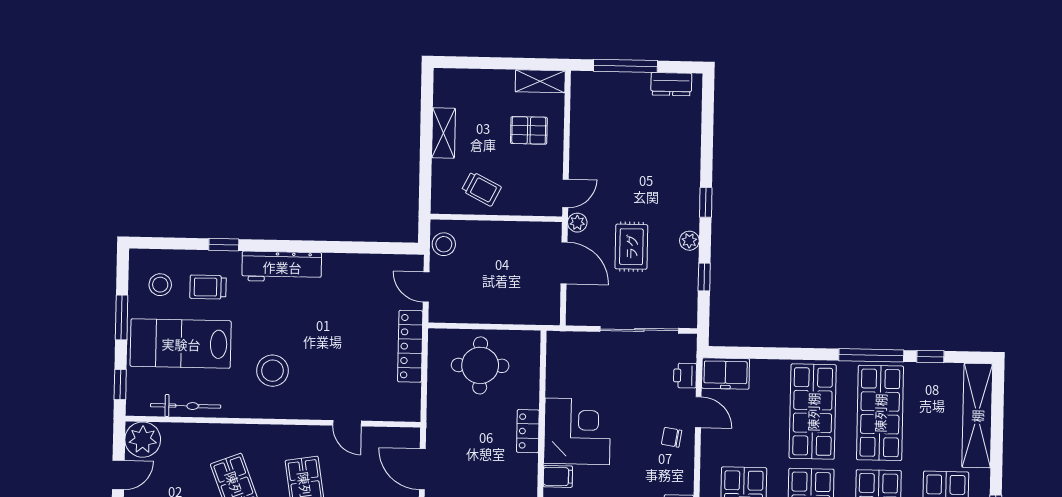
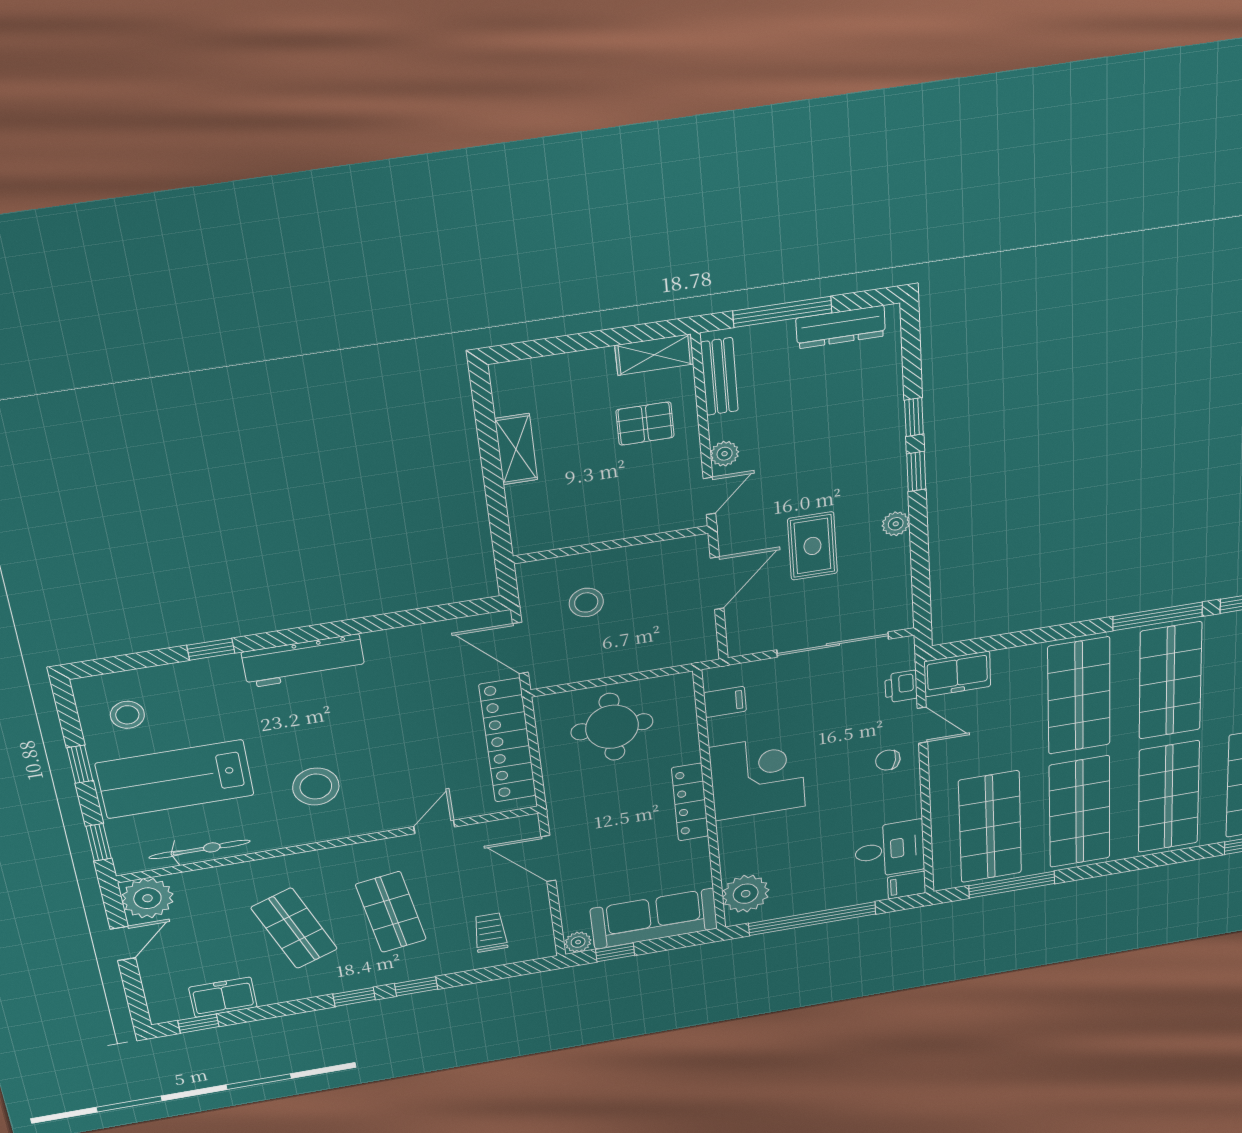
dresser: (671, 84) -> (841, 327), width x1.44
bench: (581, 105) -> (719, 377), added
trolley: (481, 189) -> (584, 512), removed
plant: (577, 223) -> (725, 454), moved
stool: (444, 244) -> (586, 602), moved
door: (564, 263) -> (717, 583), hinge flipped
window: (704, 277) -> (914, 417), moved
trolley: (208, 287) -> (199, 705), removed
door: (426, 287) -> (520, 648), width x1.37
window: (122, 317) -> (80, 764), width x0.67
locker: (410, 346) -> (508, 740), width x1.41, depth x1.21
door: (347, 423) -> (434, 827), swing flipped
locker: (528, 431) -> (690, 802), width x1.53
filing cabinet: (558, 476) -> (725, 702), moved

